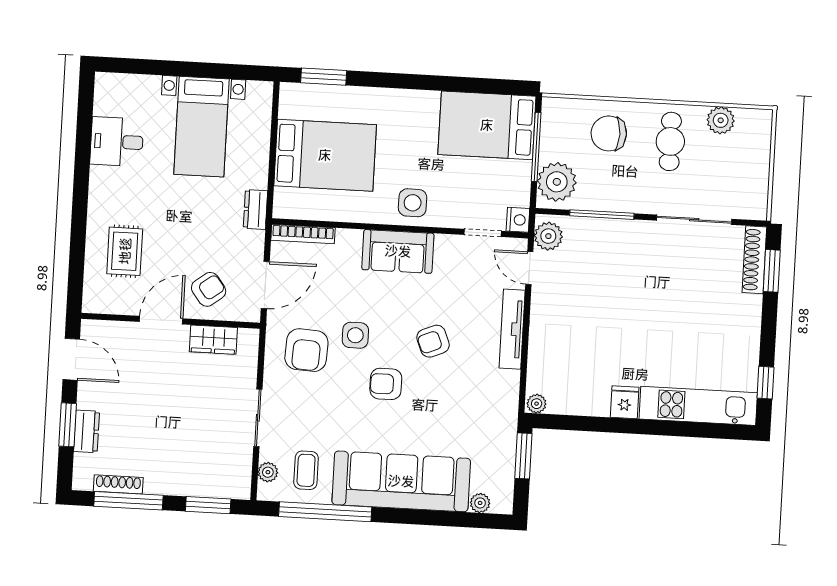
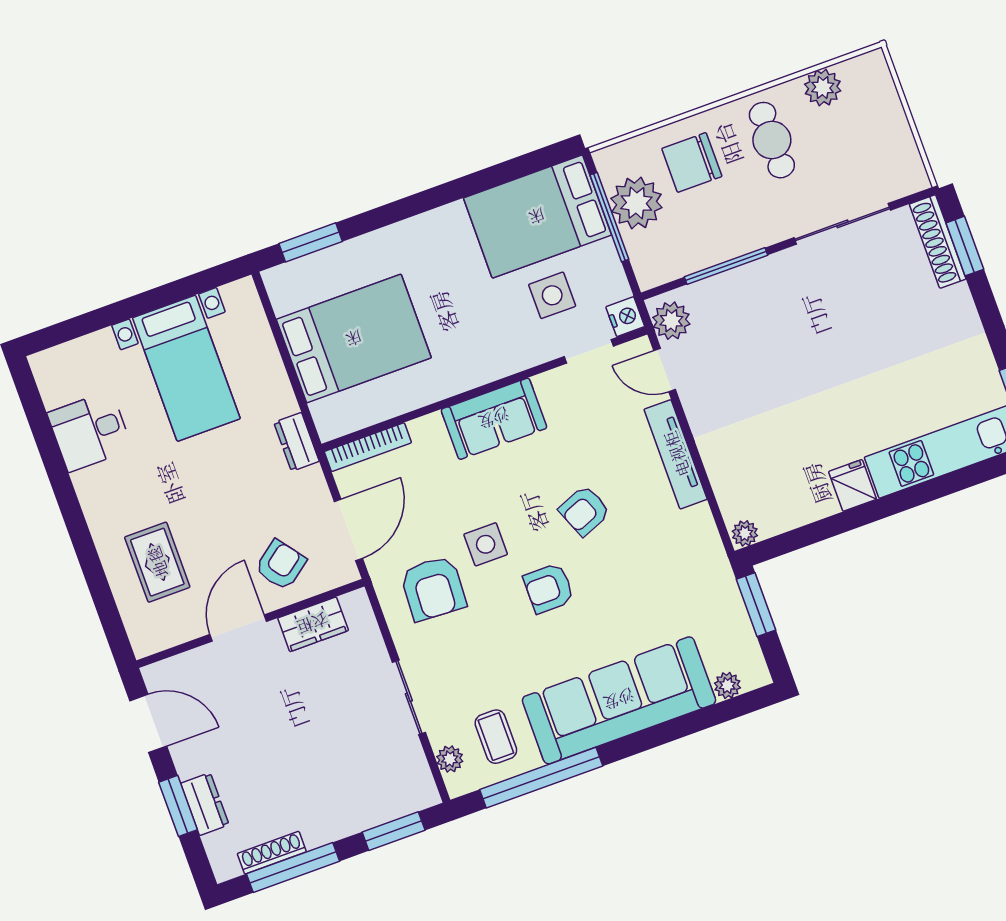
plant: (557, 182) -> (636, 203), moved
side table: (413, 203) -> (552, 295), moved

